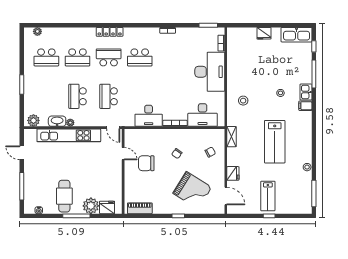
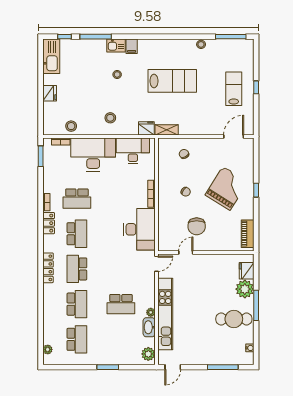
locker: (149, 32) -> (49, 223), added
stool: (235, 52) -> (71, 126), added
school desk: (109, 96) -> (77, 199), moved
stool: (243, 101) -> (110, 118), moved
desk: (203, 115) -> (133, 151), moved, turned -90
desk: (149, 116) -> (139, 229), width x1.36, depth x1.30
door: (22, 153) -> (173, 367), moved
fridge: (233, 173) -> (146, 128), moved
grand piano: (192, 190) -> (226, 188), moved
lab bench: (268, 196) -> (234, 89), turned -90

